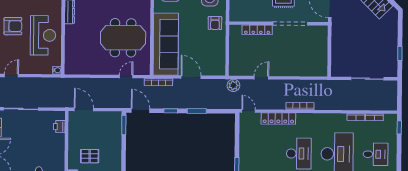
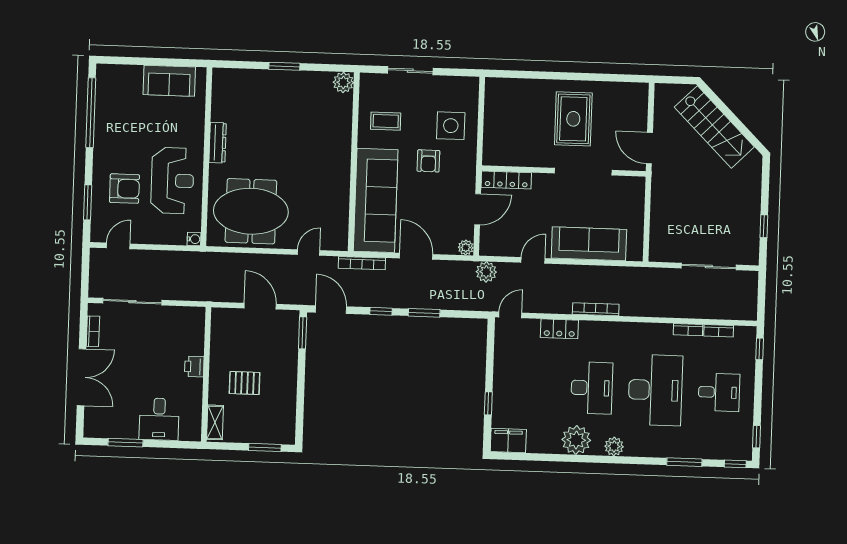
armchair: (215, 23) -> (428, 161), moved
armchair: (13, 26) -> (124, 189), moved
locker: (257, 30) -> (506, 180), moved
meeting table: (123, 38) -> (251, 211), moved
door: (227, 48) -> (478, 209), added
sofa: (295, 67) -> (589, 244), added
plant: (221, 71) -> (466, 247), added
door: (84, 109) -> (260, 306), moved
door: (249, 111) -> (510, 315), hinge flipped
locker: (278, 119) -> (559, 329), width x0.66
printer: (59, 127) -> (194, 367), moved

